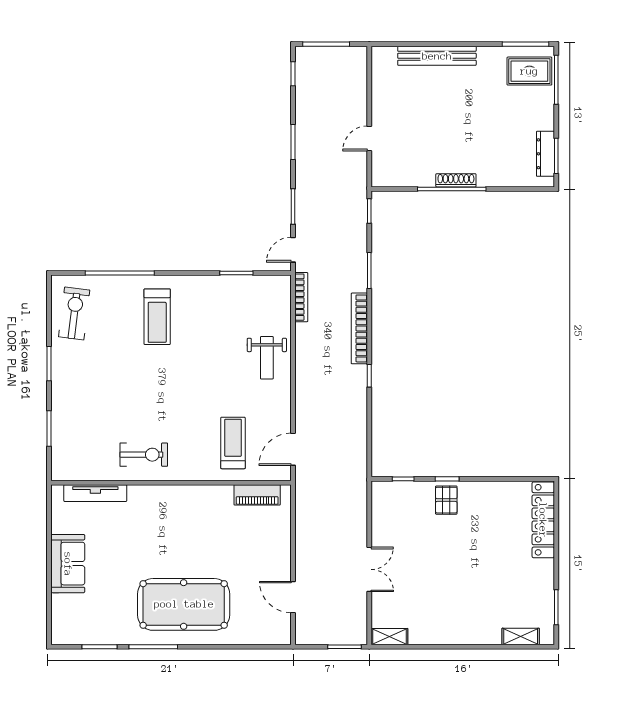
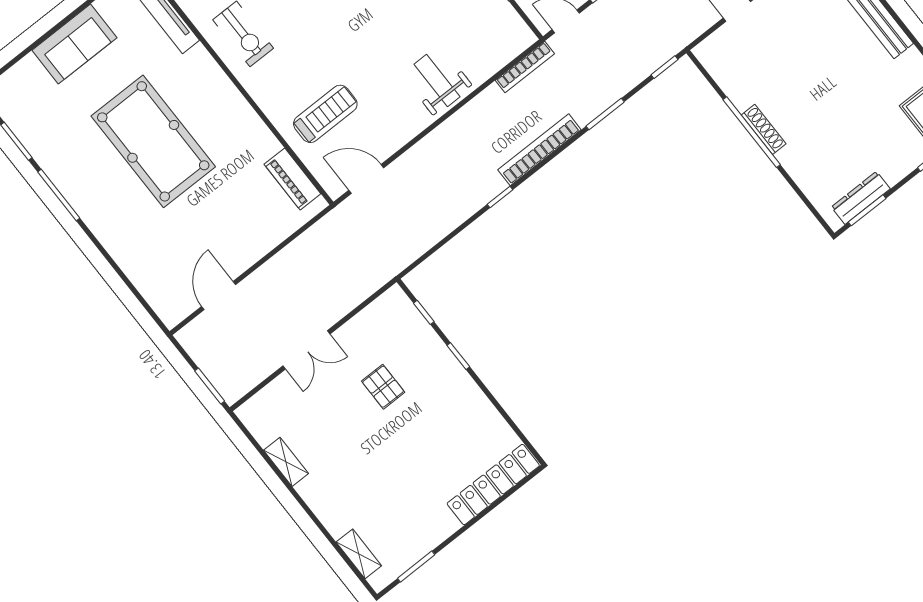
weight bench: (267, 358) -> (437, 80), turned 90
pallet: (446, 500) -> (383, 387), moved, turned 90
pool table: (184, 604) -> (153, 141), moved
shelving: (389, 637) -> (286, 462), moved

